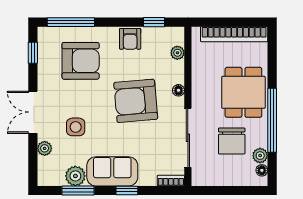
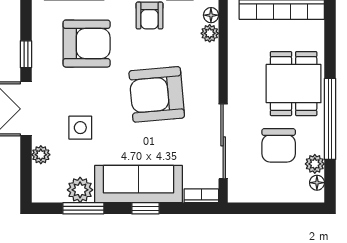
window: (33, 53) -> (26, 54), moved
floor lamp: (178, 90) -> (211, 15), moved
sofa: (112, 171) -> (138, 184), width x1.36

